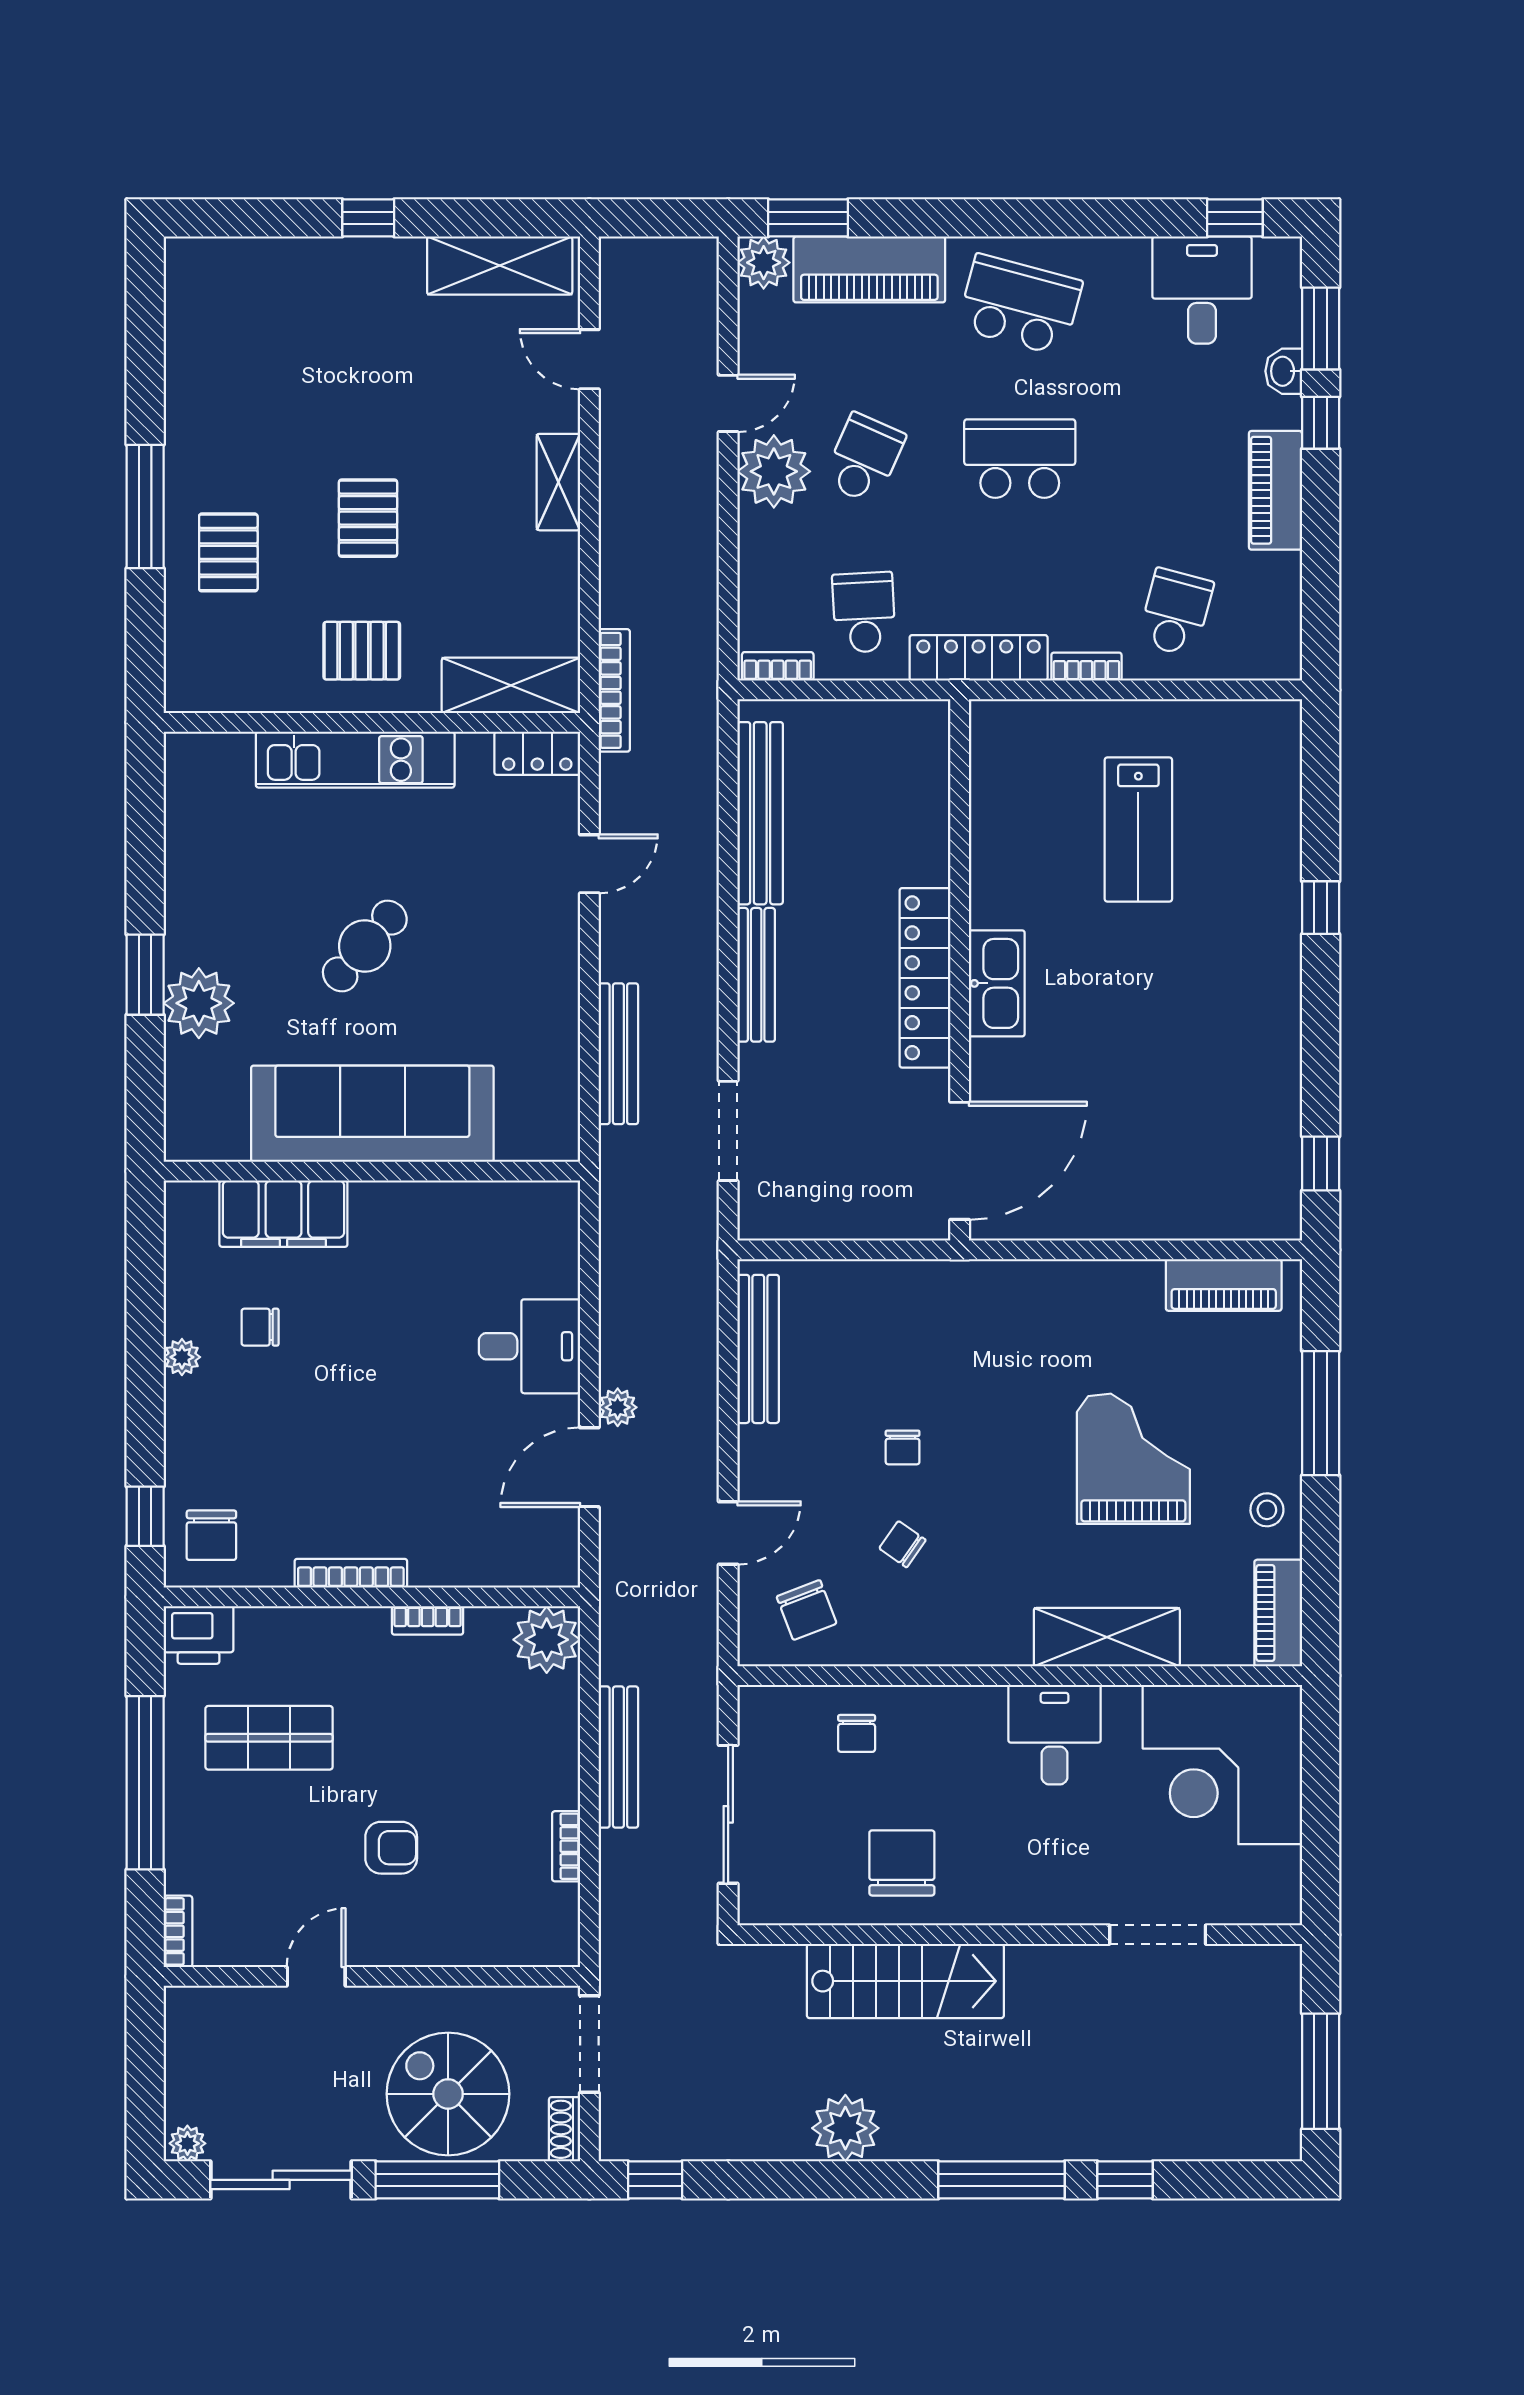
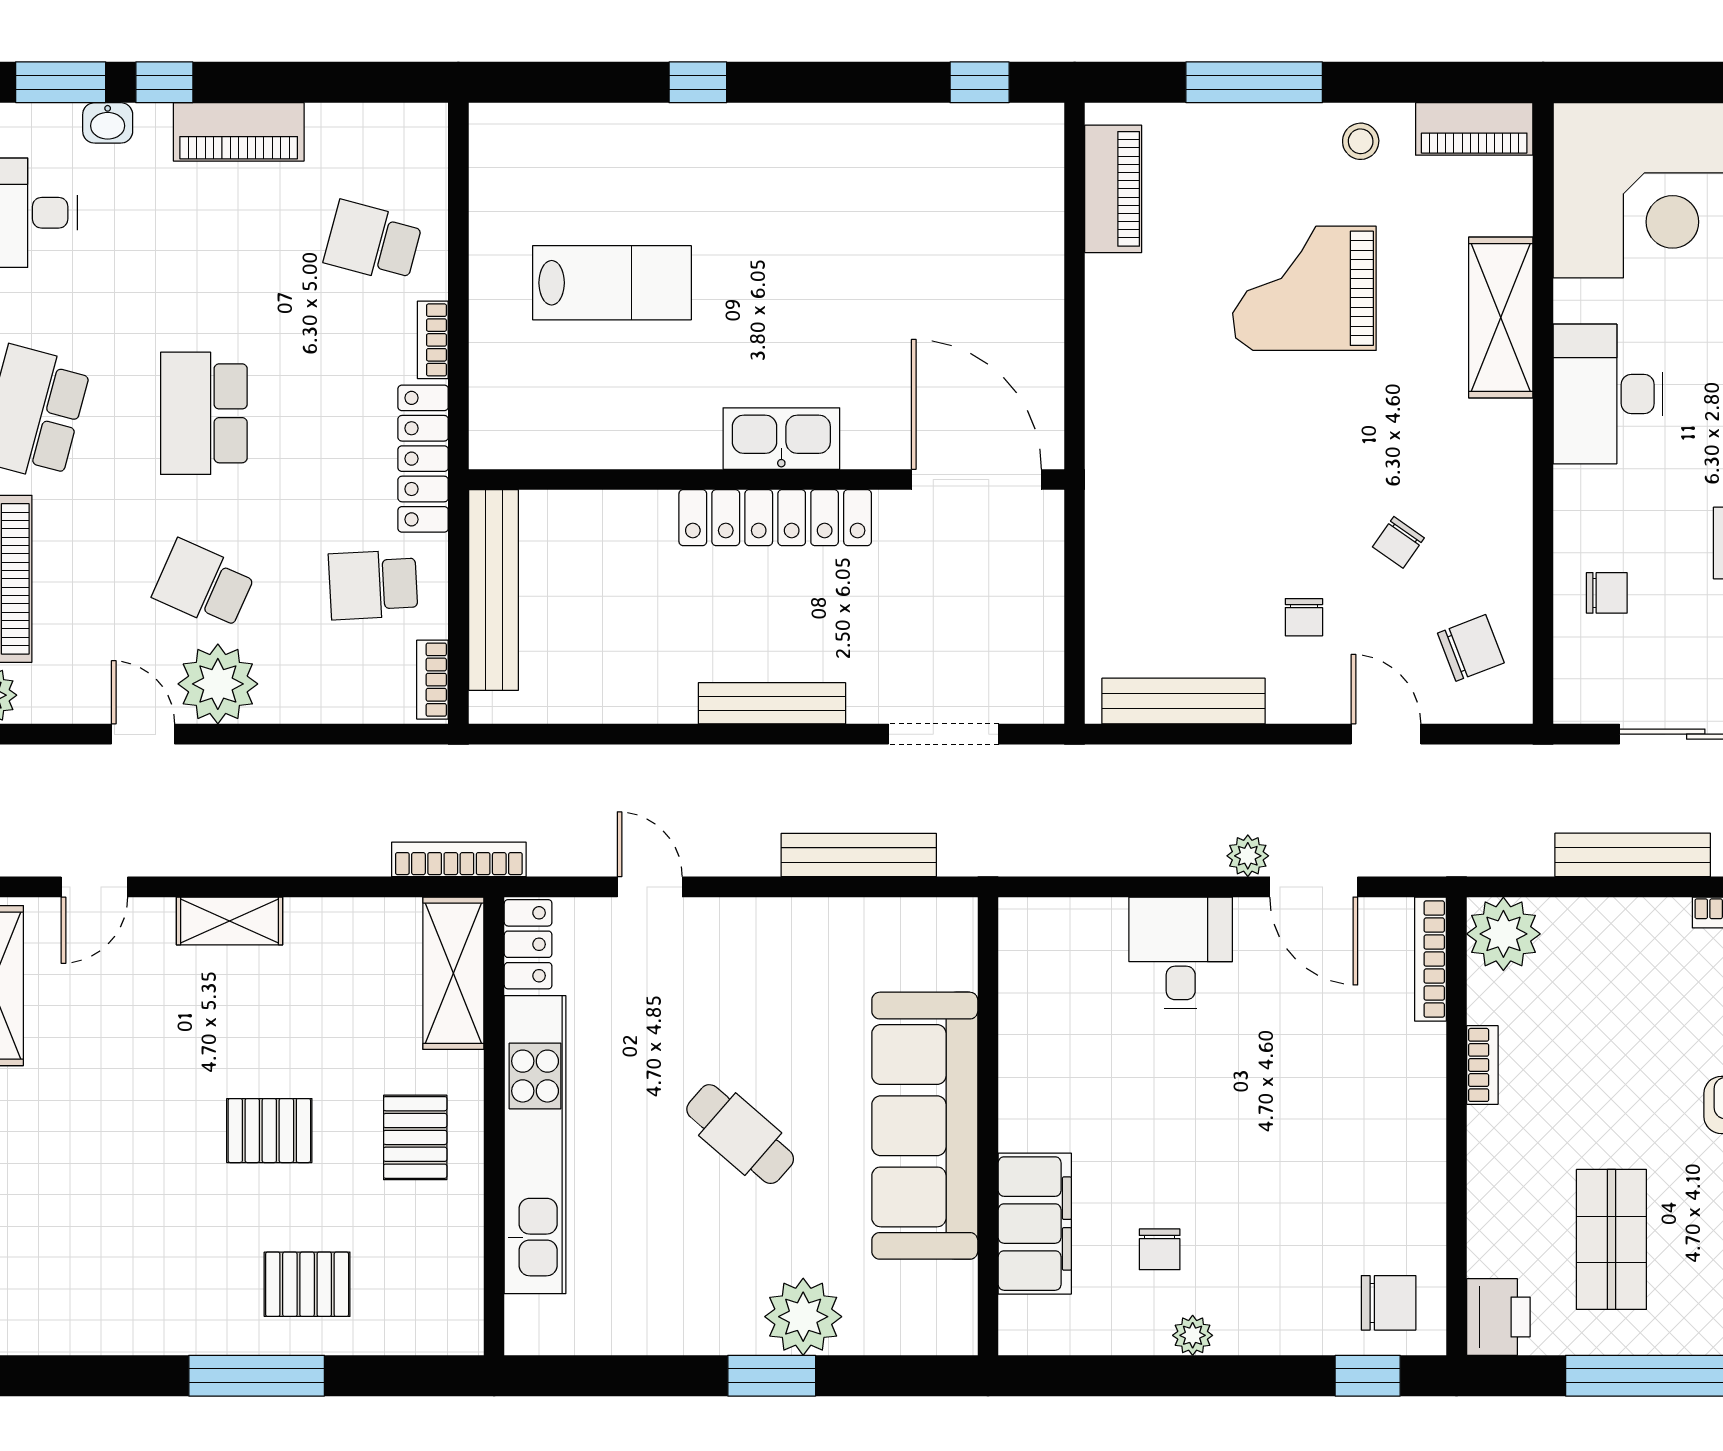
kitchen unit: (355, 760) -> (535, 1145), width x1.36
bench: (760, 813) -> (494, 590), moved, turned 90
chair: (903, 1447) -> (1304, 617), moved, turned 90
bookcase: (351, 1573) -> (1430, 959), moved
desk: (1054, 1735) -> (1608, 394), width x1.37

